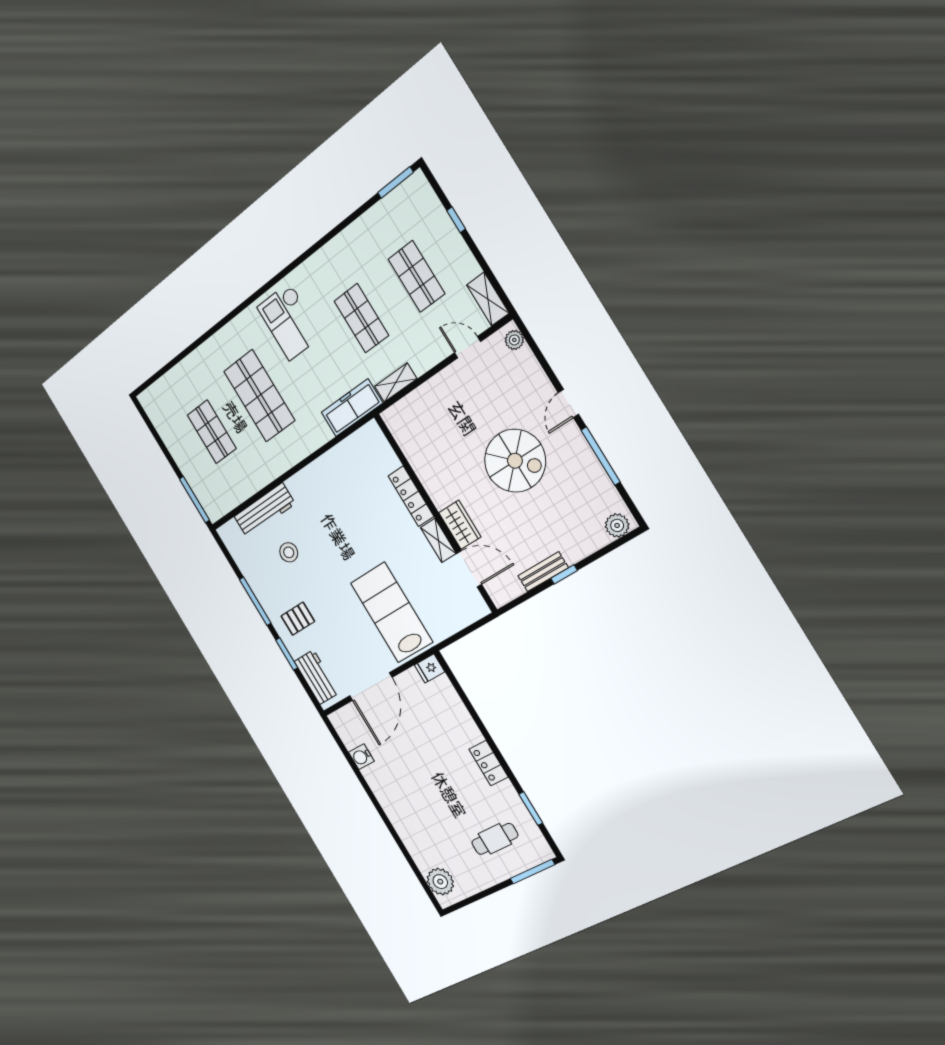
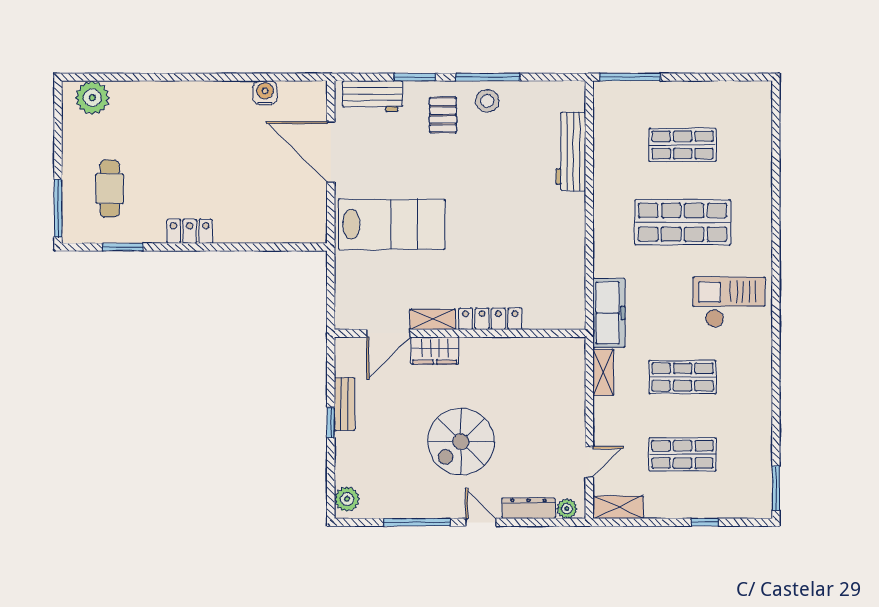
dresser: (533, 372) -> (529, 508), added
stool: (289, 552) -> (487, 101), moved
fridge: (430, 668) -> (315, 229), removed

